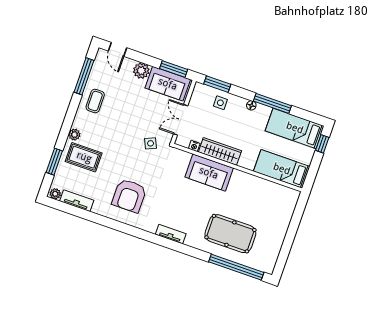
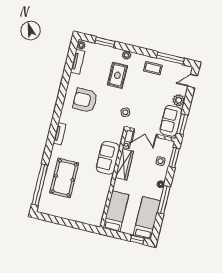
double door: (181, 120) -> (145, 133), swing flipped
rug: (84, 157) -> (117, 75), moved

